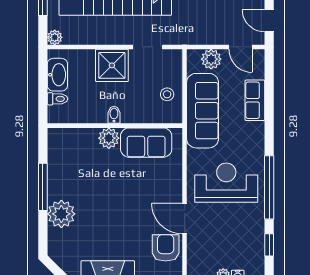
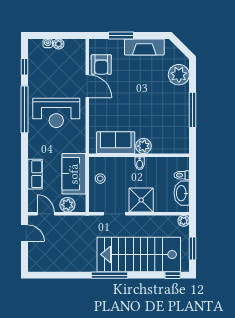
sofa: (203, 111) -> (74, 174), width x0.73
plant: (61, 214) -> (179, 75), moved

